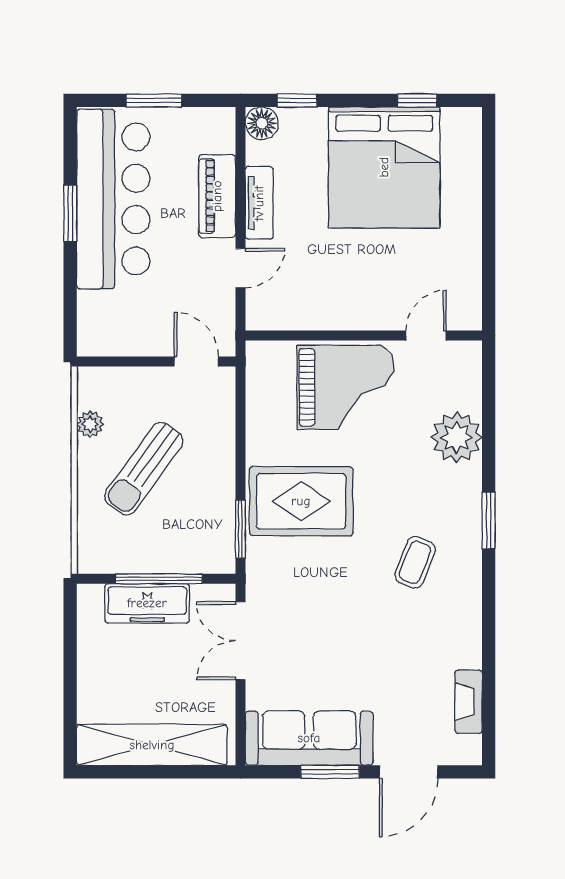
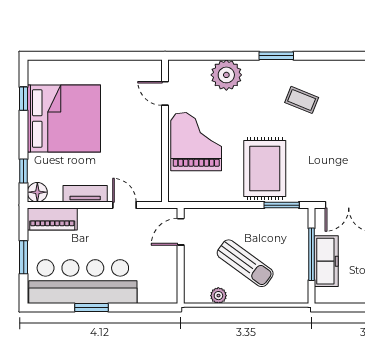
piano: (217, 196) -> (52, 219), moved

